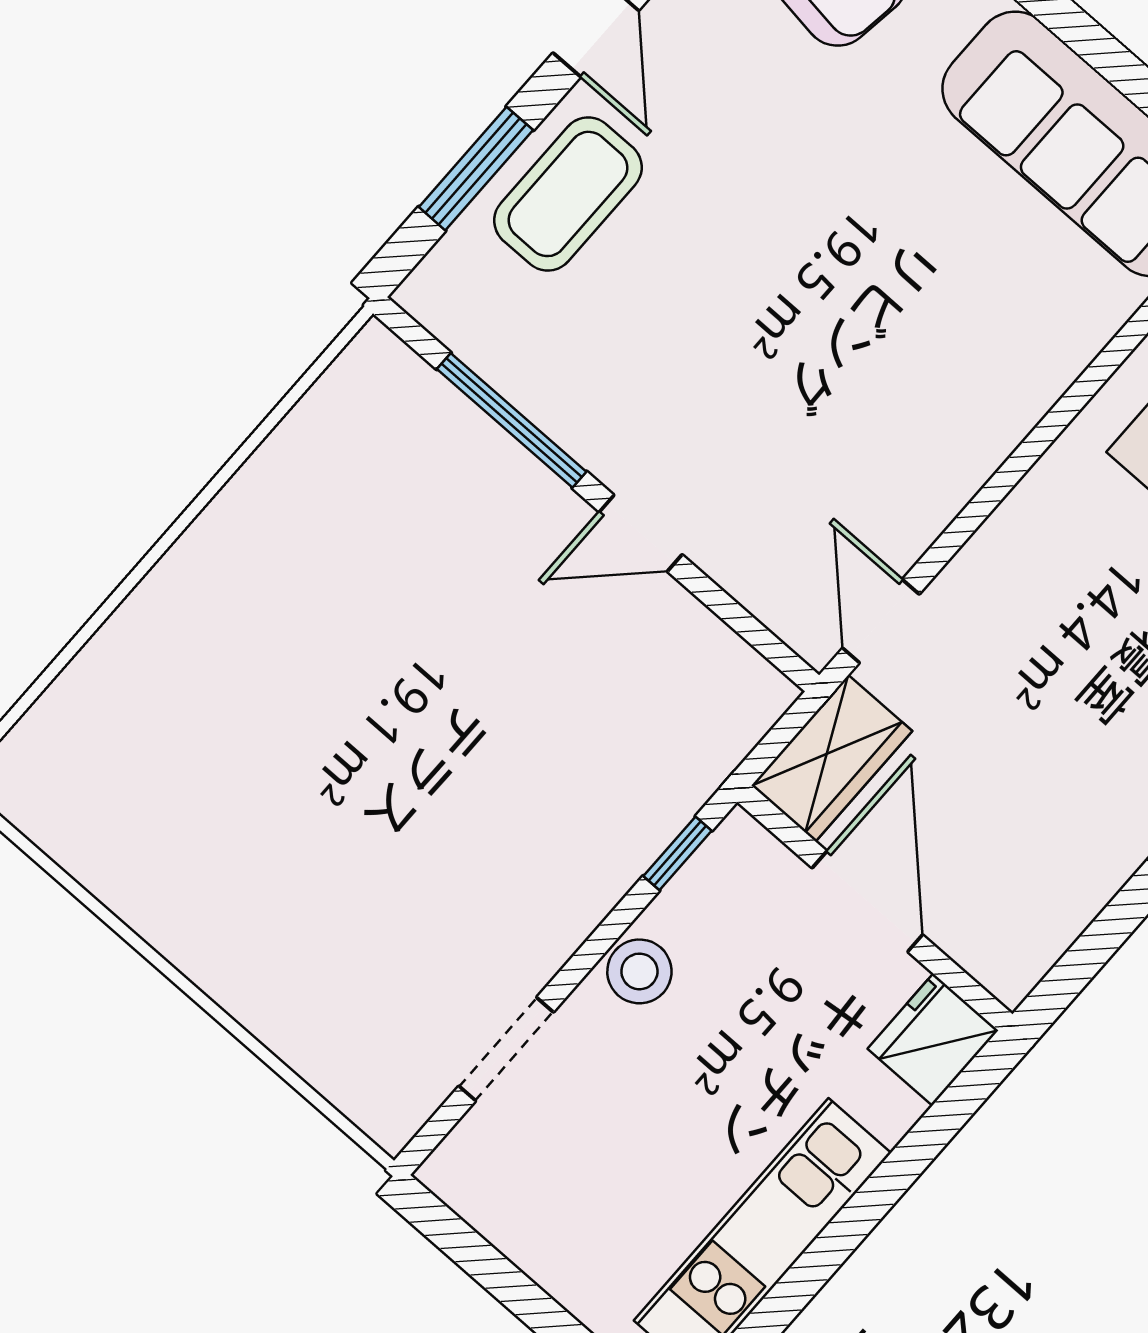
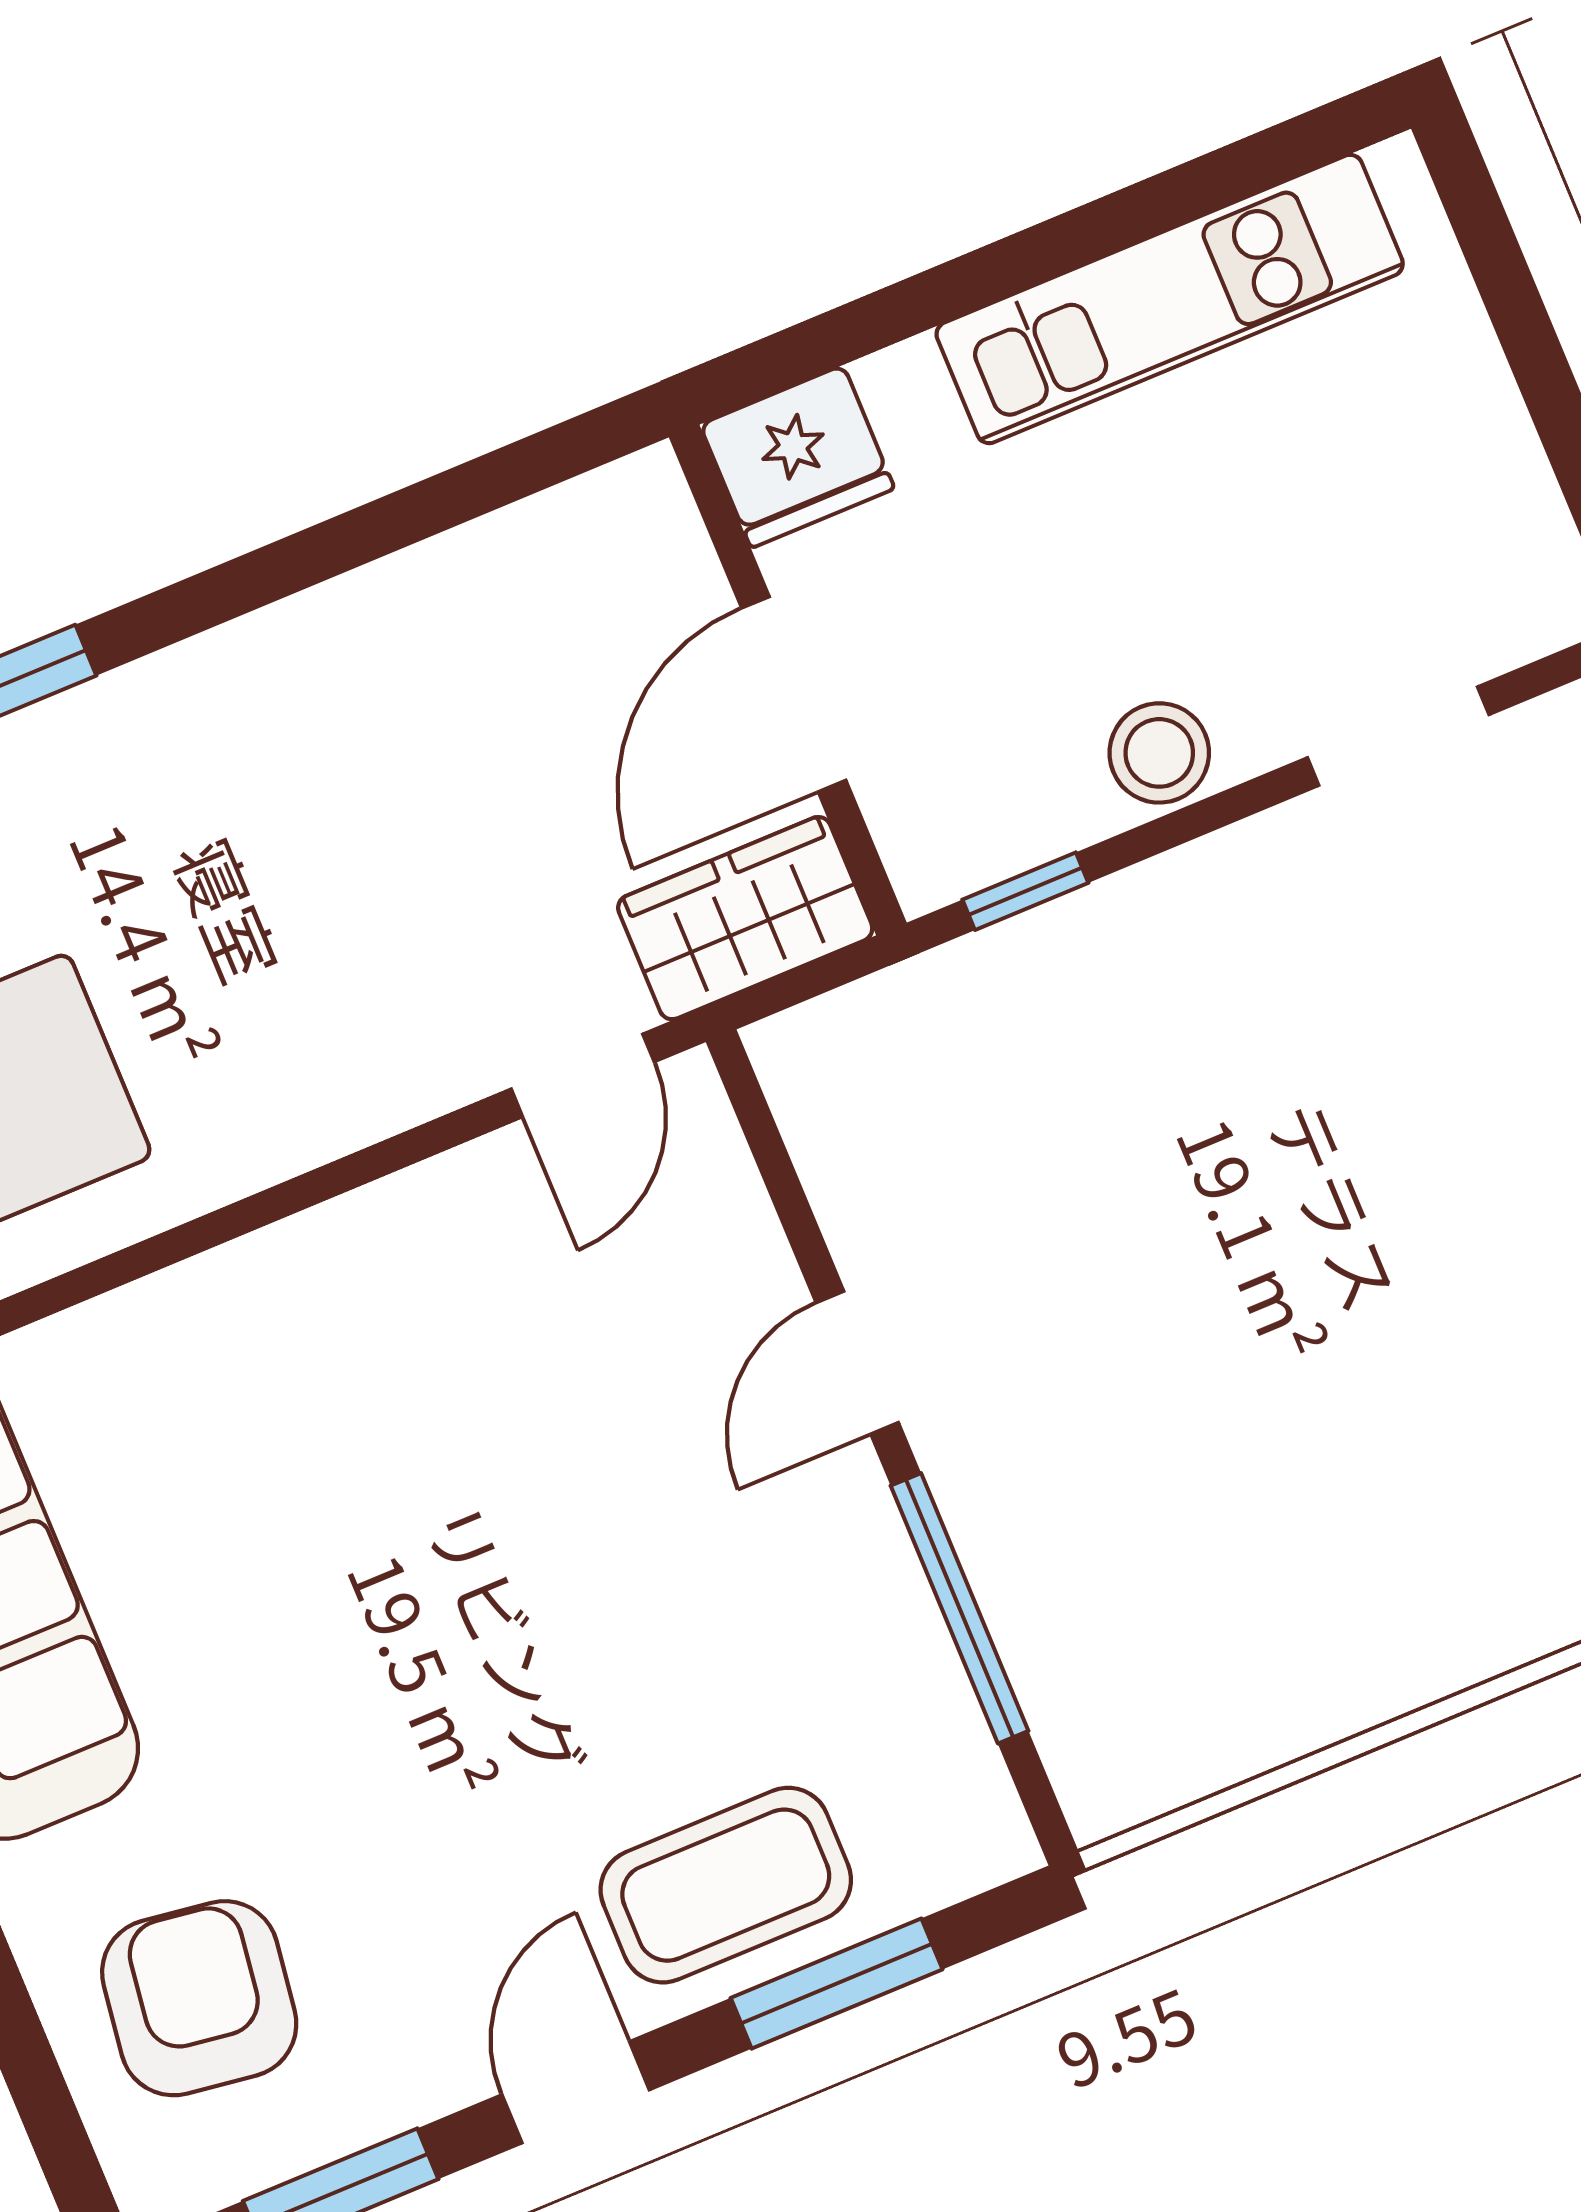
door: (641, 533) -> (857, 1363), swing flipped

